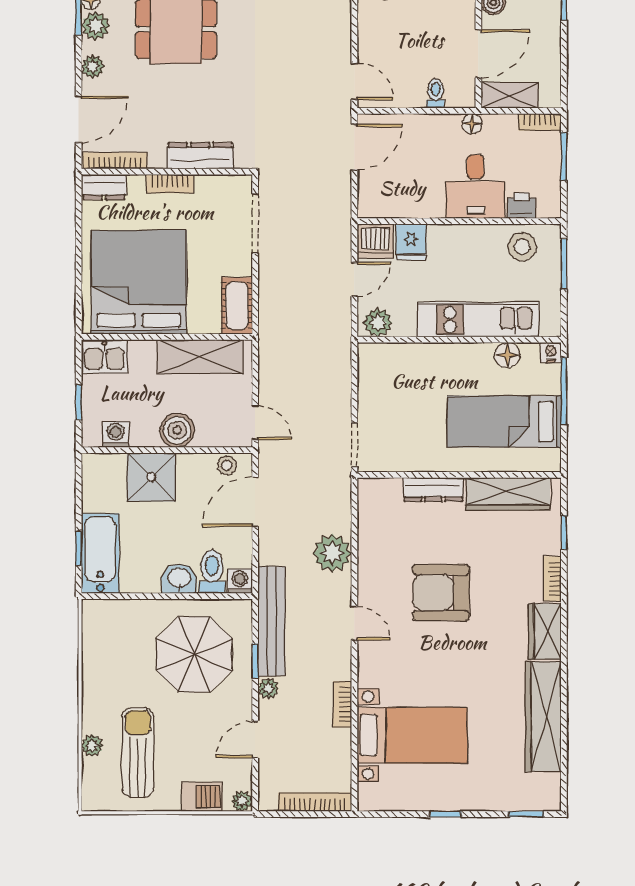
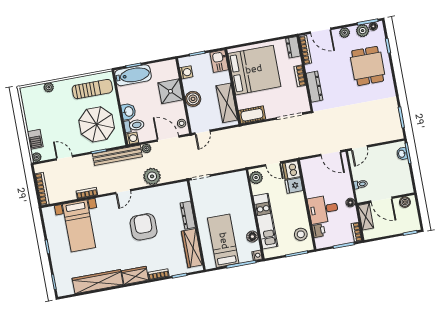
plant: (268, 688) -> (146, 148), moved
sun lounger: (138, 752) -> (92, 89), moved

